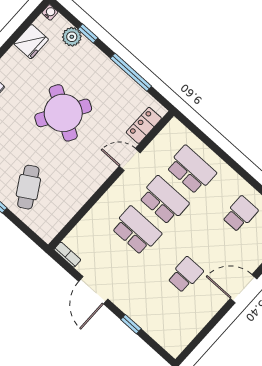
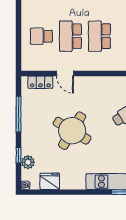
school desk: (191, 170) -> (41, 36), width x0.54

